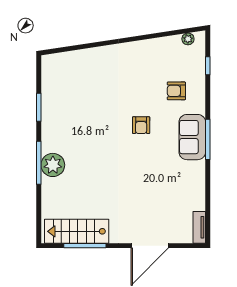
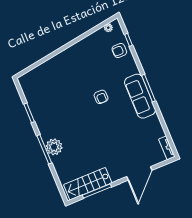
armchair: (176, 91) -> (119, 50), moved
sofa: (192, 137) -> (140, 96), width x1.36

